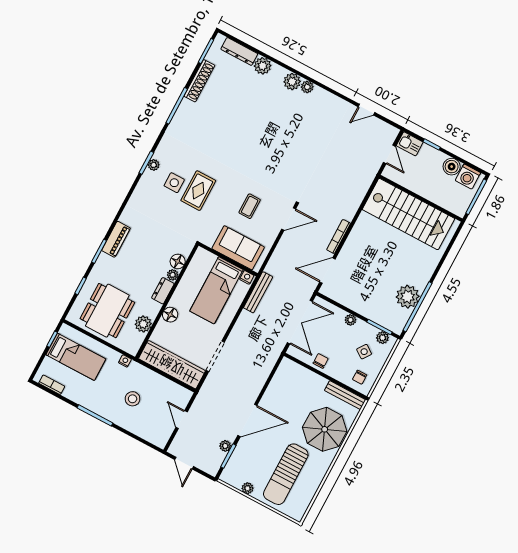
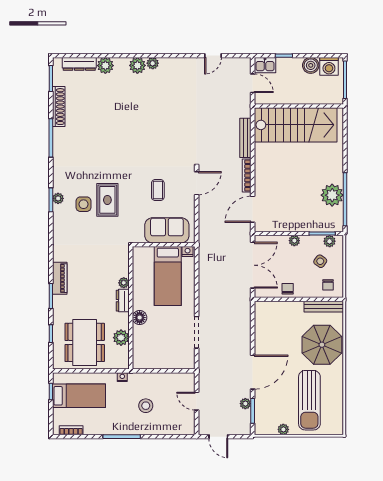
floor lamp: (178, 261) -> (122, 269), removed
bench: (258, 292) -> (245, 138), moved
wardrobe: (172, 365) -> (164, 359), removed

